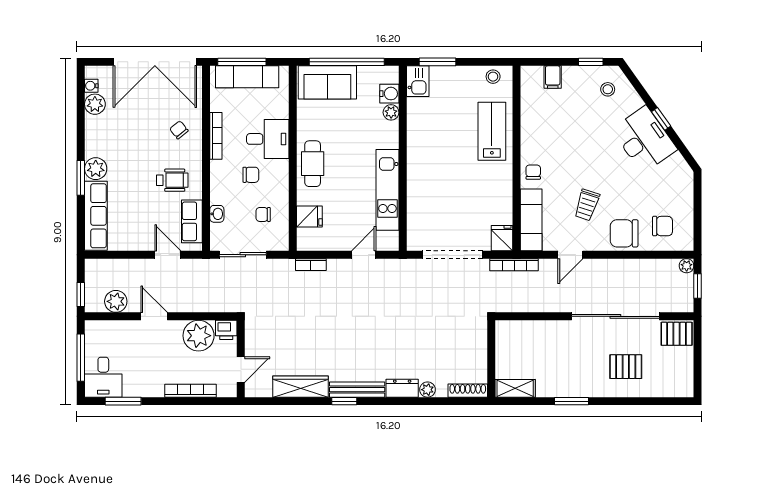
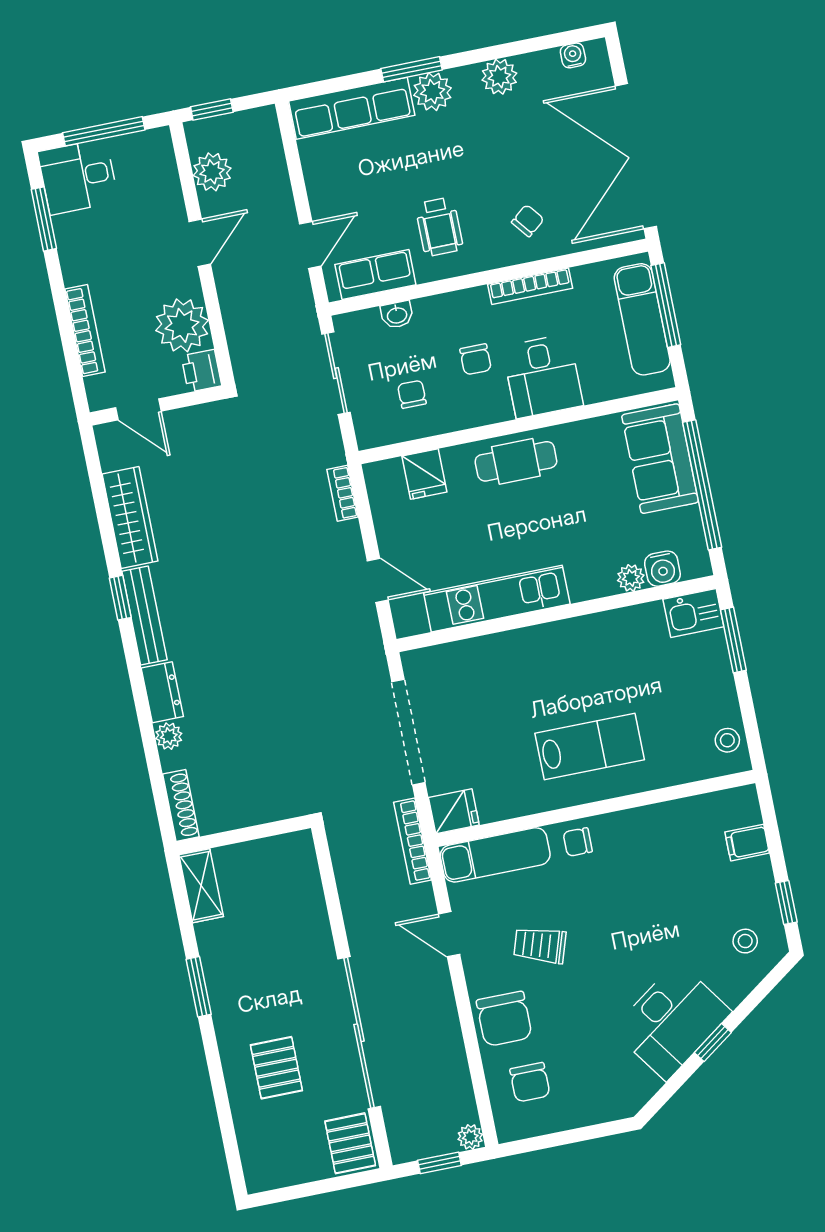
plant: (95, 104) -> (499, 77), moved
lab bench: (492, 131) -> (590, 747), moved
chair: (533, 172) -> (578, 842), turned 180
chair: (624, 233) -> (504, 1019), turned 180

